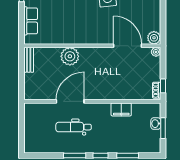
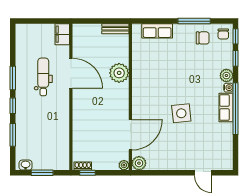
filing cabinet: (121, 109) -> (62, 34), moved
washbasin: (156, 124) -> (26, 165), moved

